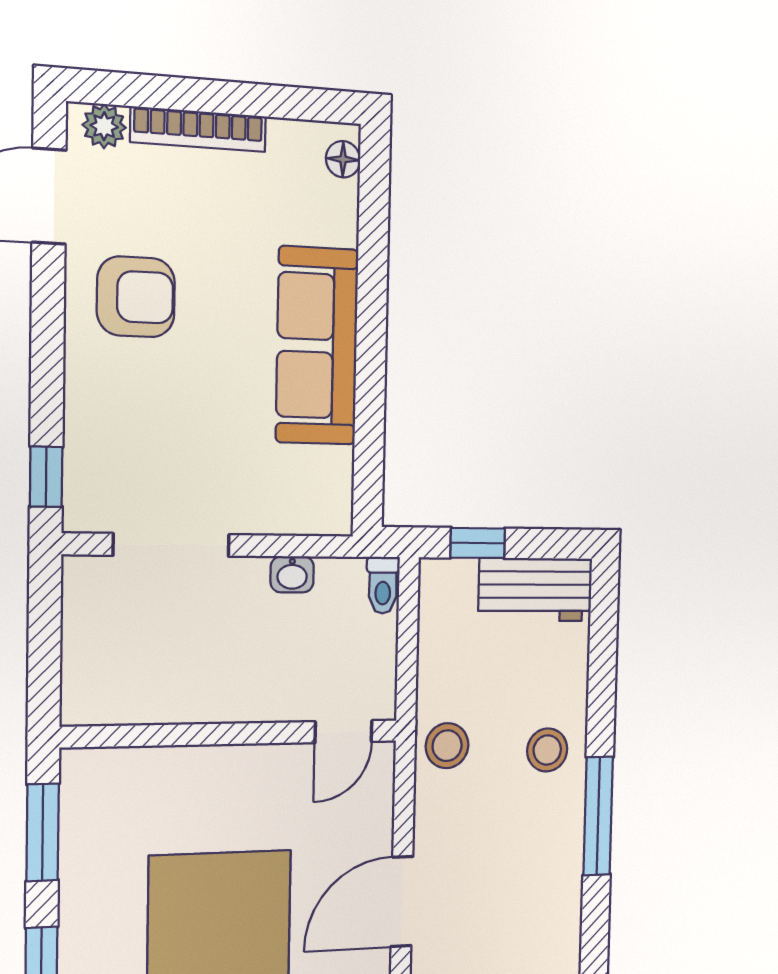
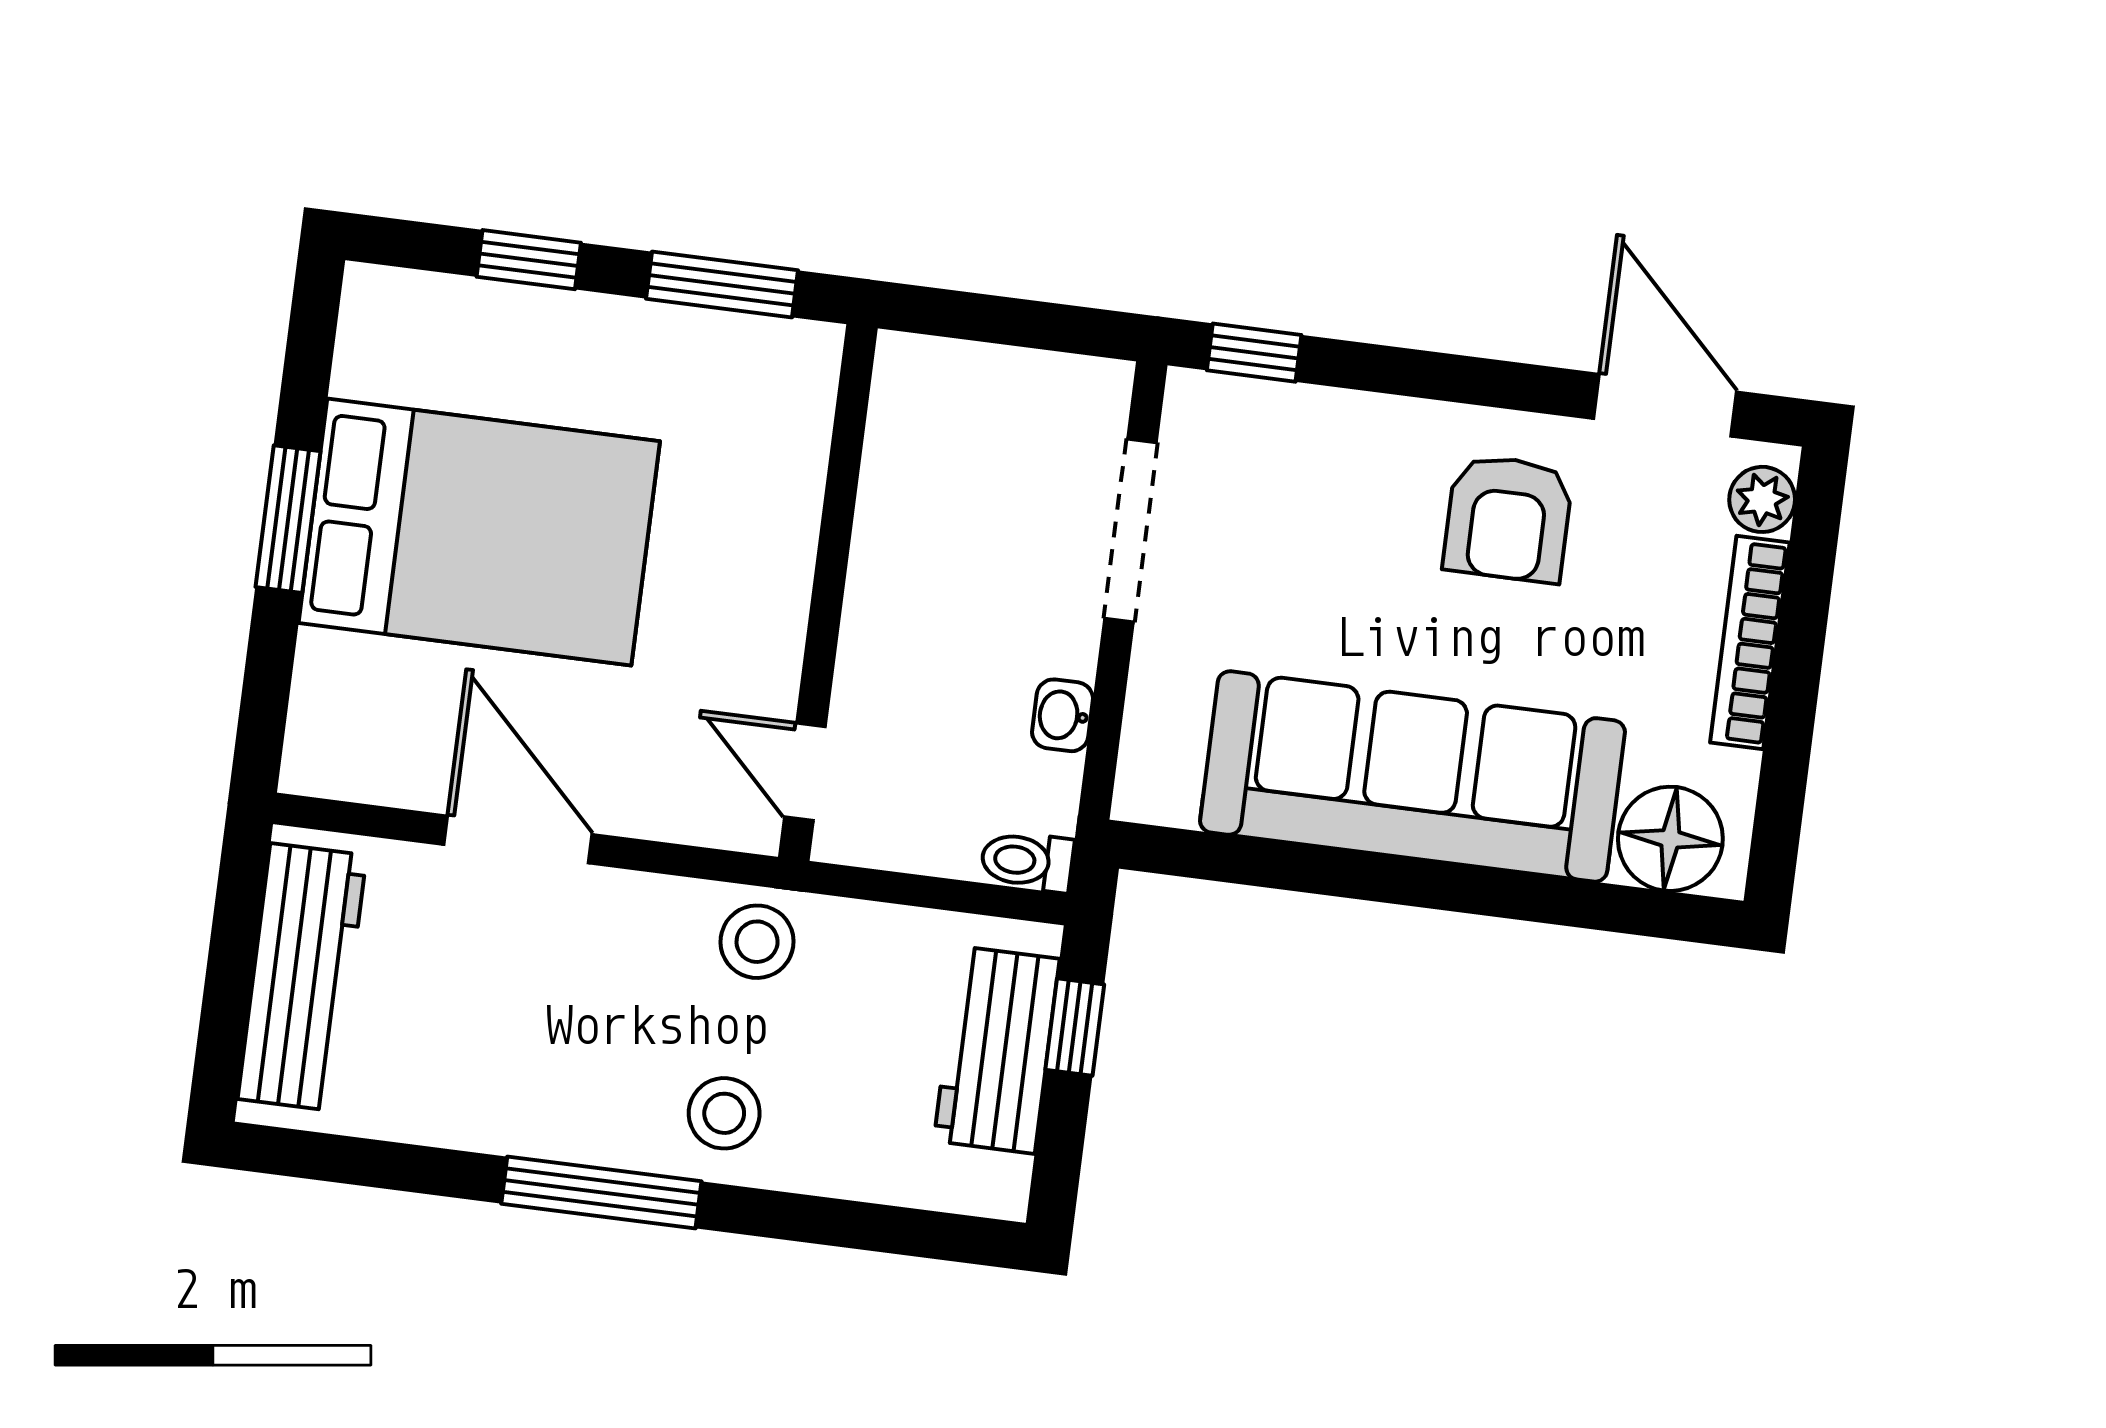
floor lamp: (343, 159) -> (1670, 839), width x1.89, depth x1.89
sofa: (317, 346) -> (1412, 776), width x1.36, depth x1.27
workbench: (535, 590) -> (997, 1050), moved

